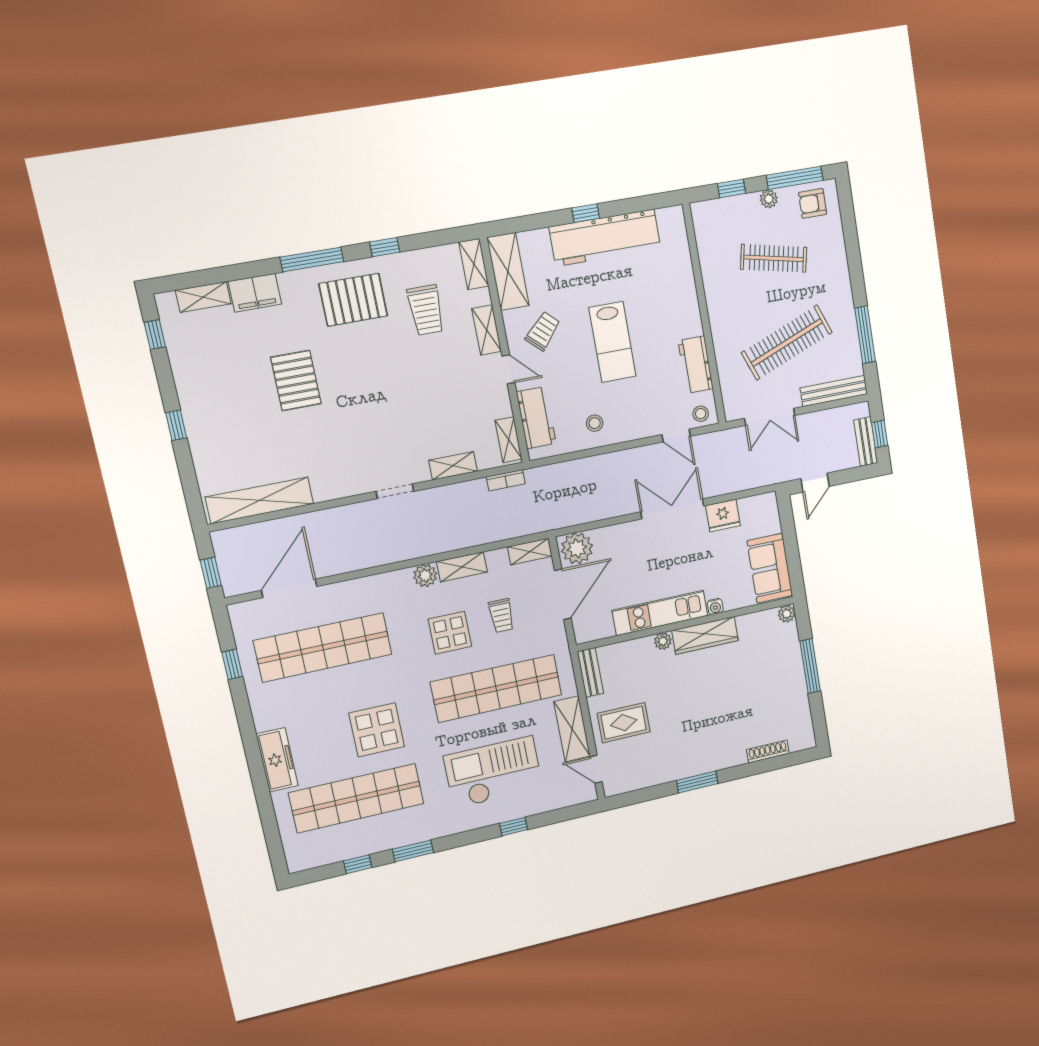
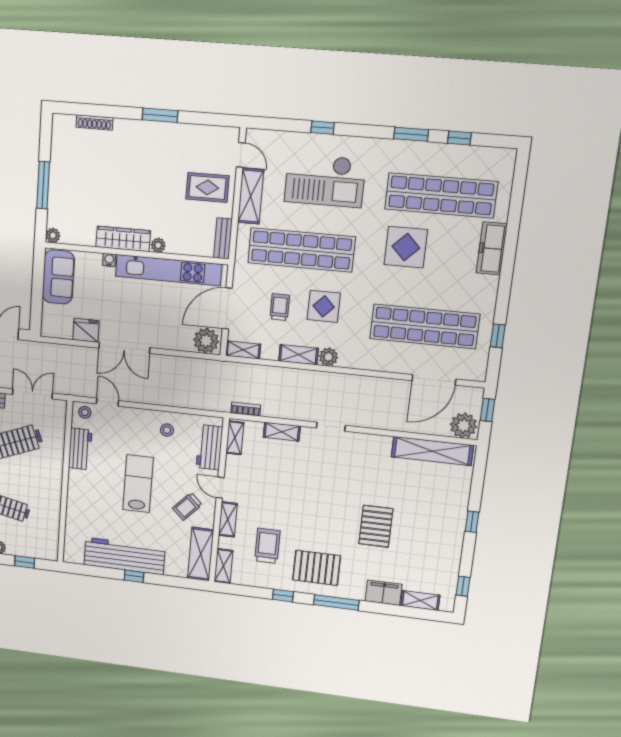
plant: (233, 544) -> (464, 426), added
kitchen unit: (660, 613) -> (168, 270), width x1.36

